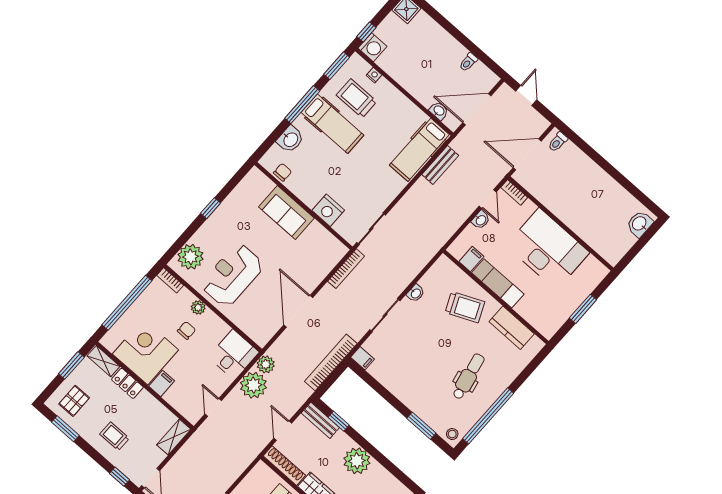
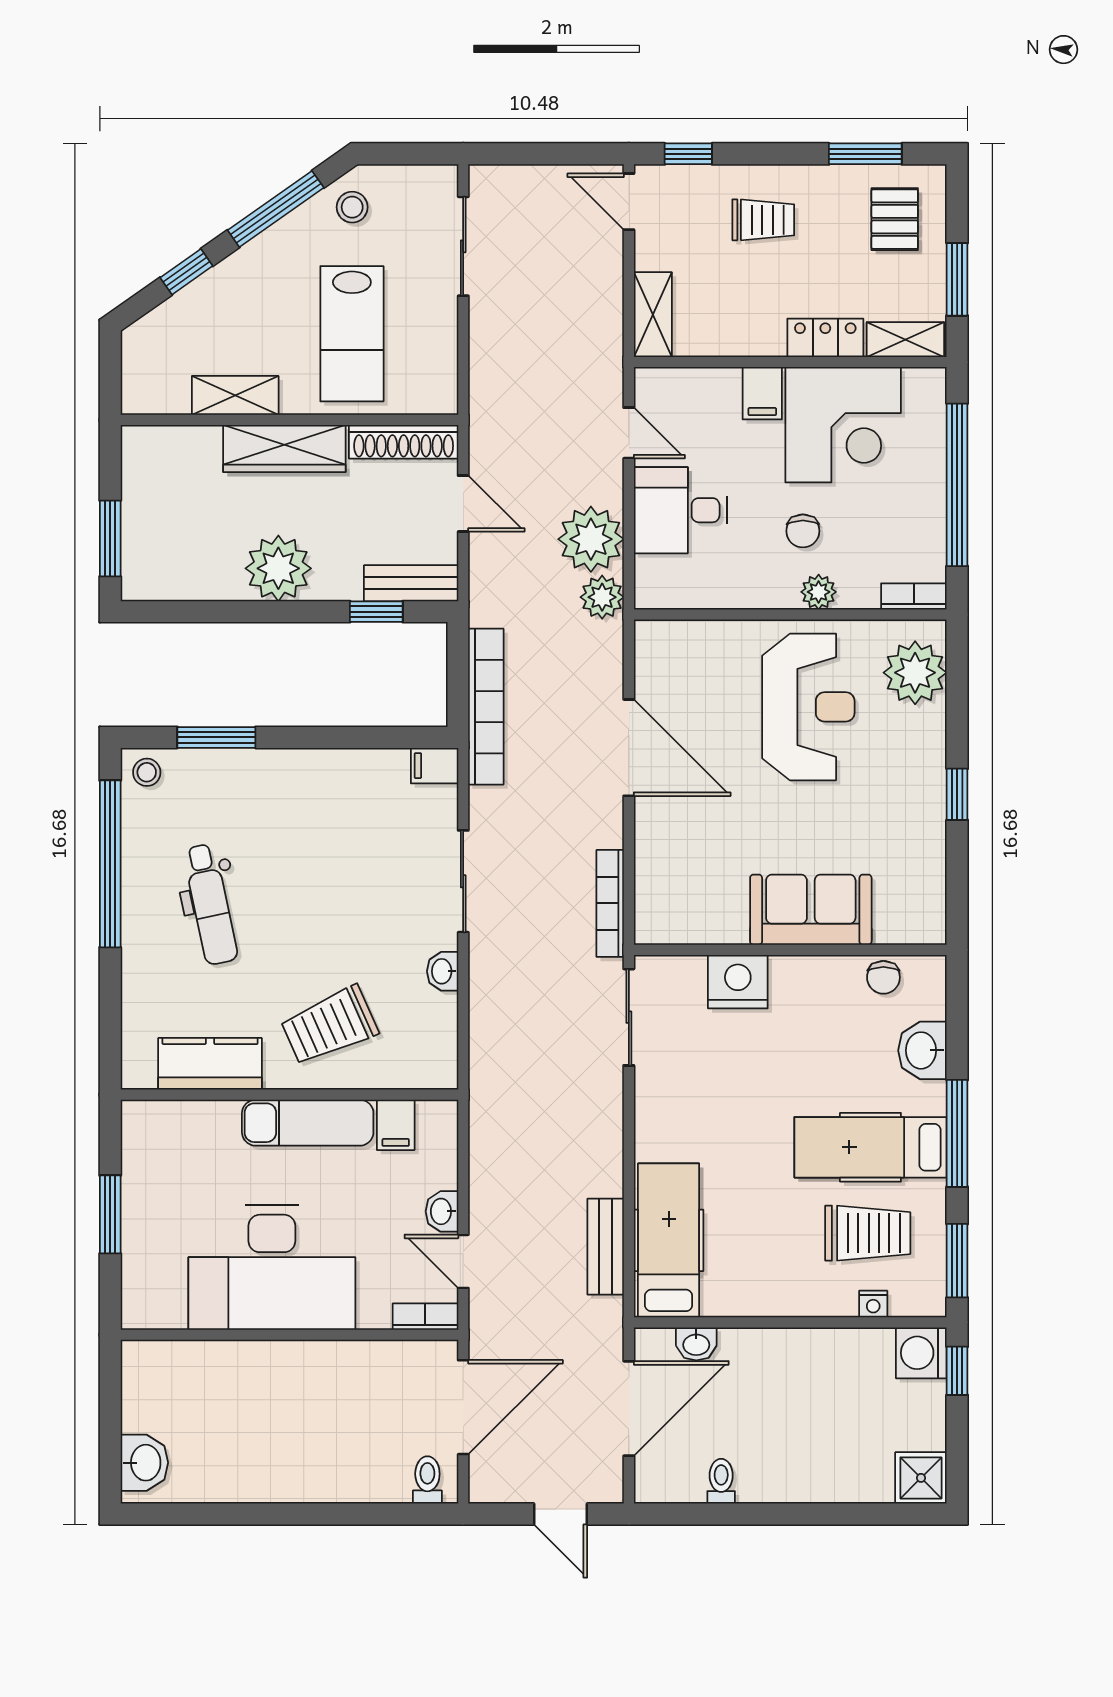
desk: (234, 355) -> (680, 510), moved, turned 90

